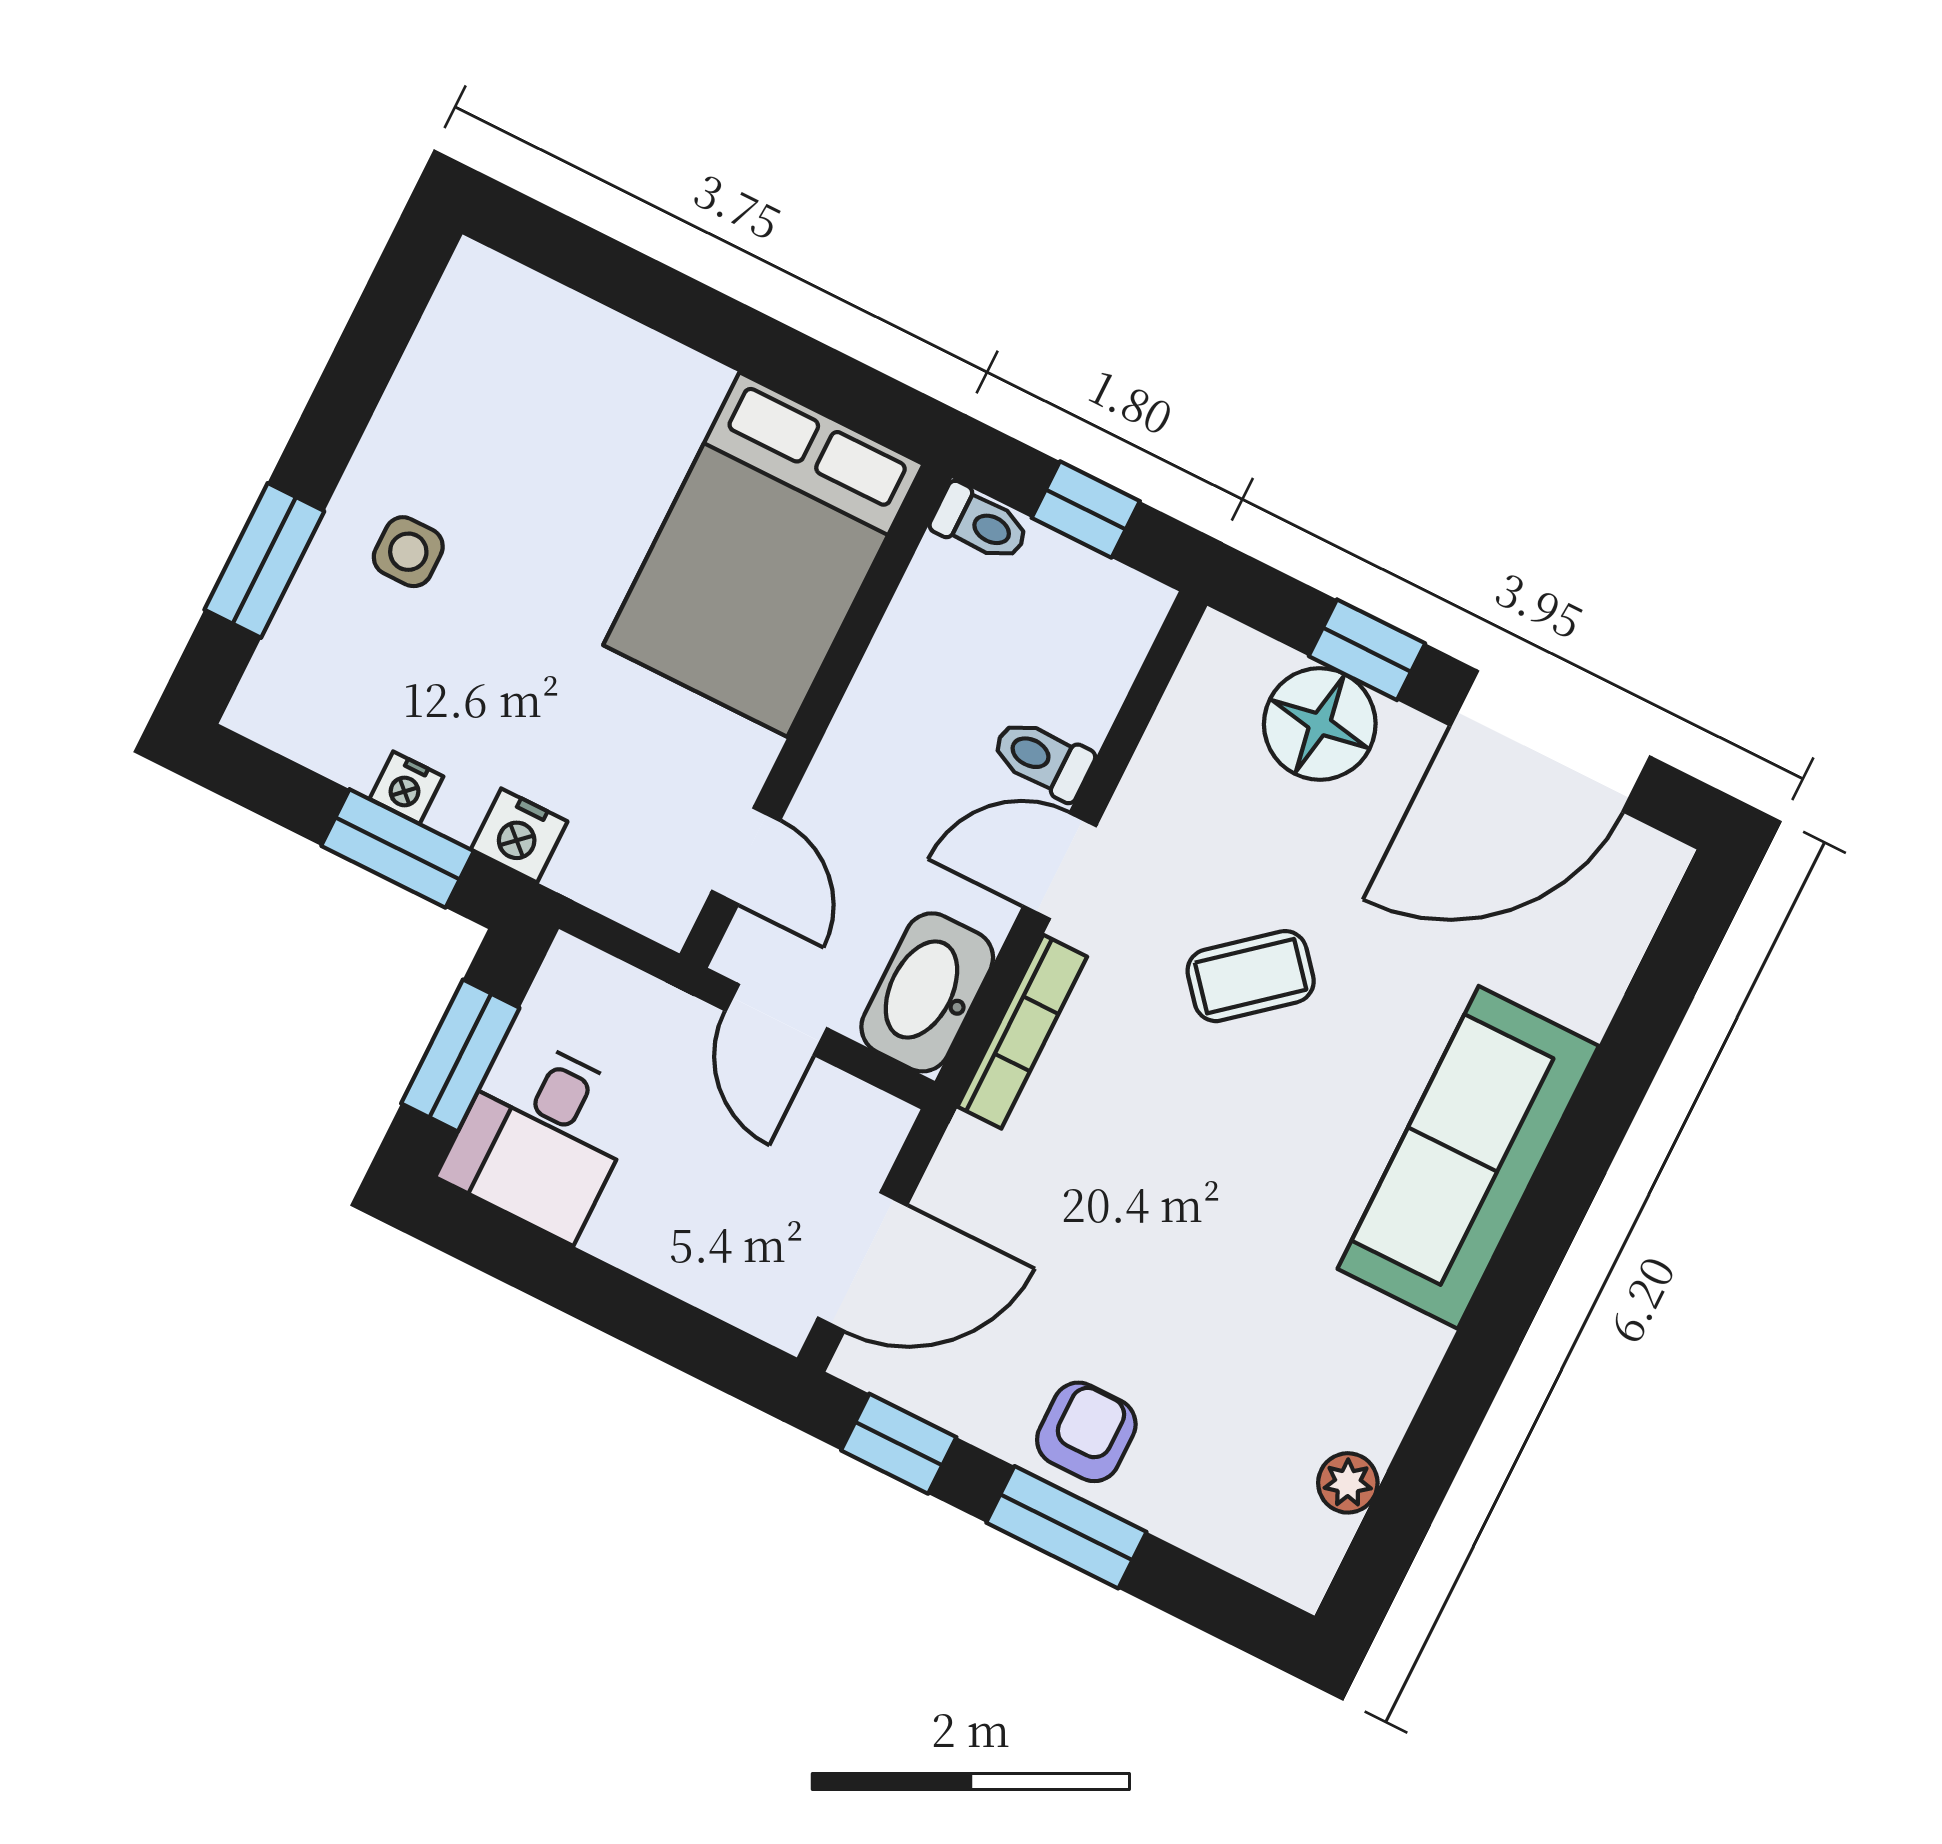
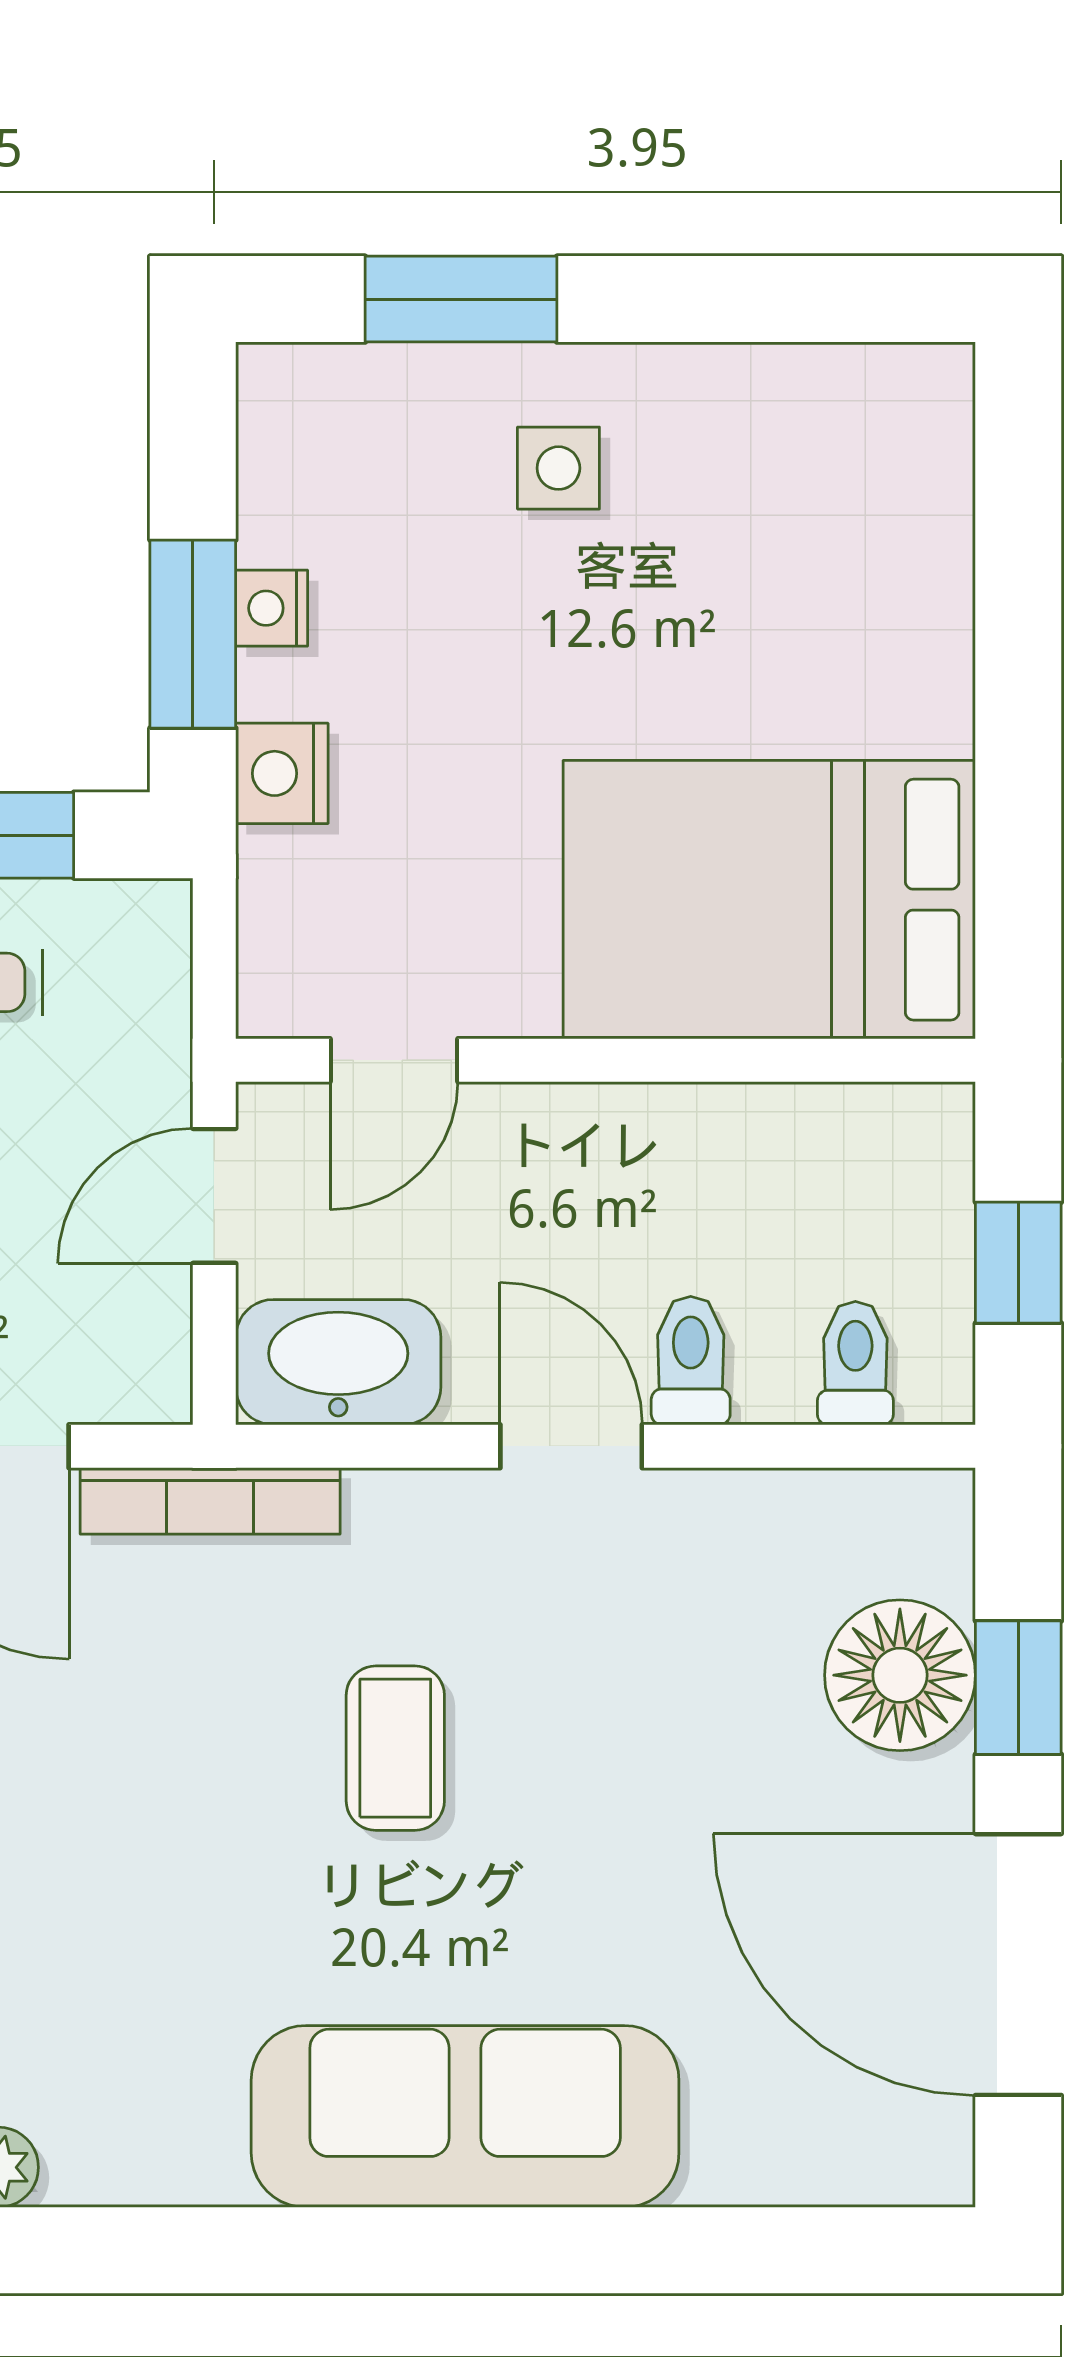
toilet: (980, 524) -> (855, 1363), moved, turned 180
coffee table: (1251, 976) -> (395, 1748), moved, turned 40
bookcase: (1022, 1032) -> (210, 1501), moved

